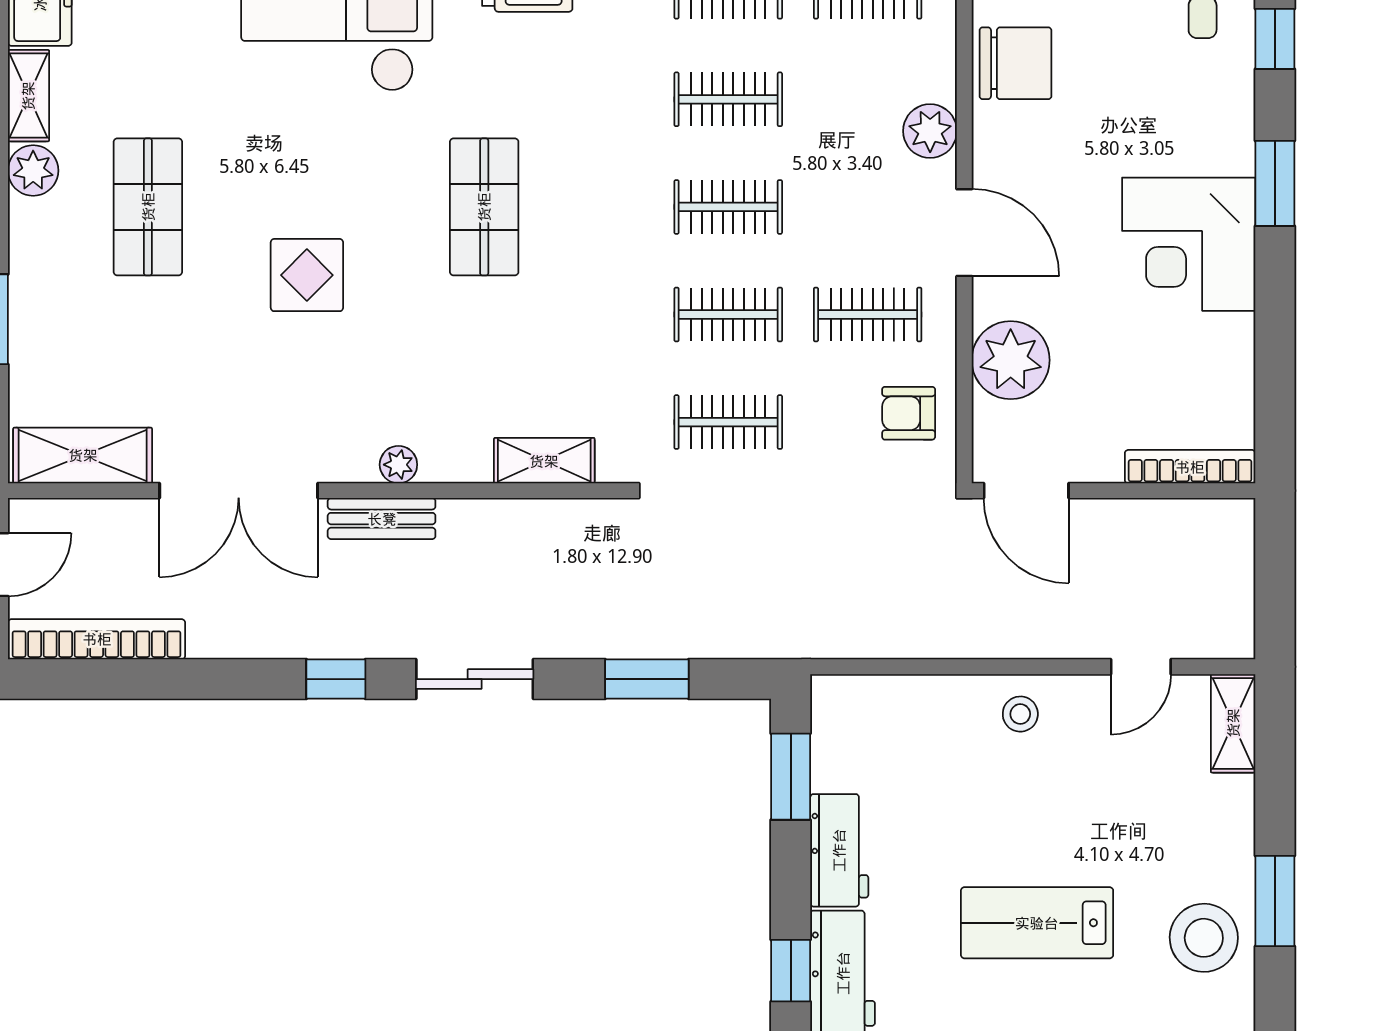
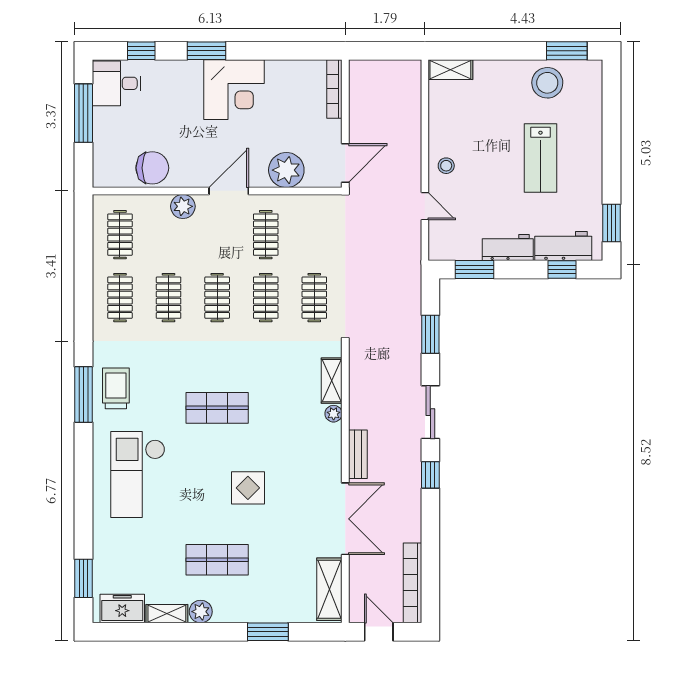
chair: (1015, 63) -> (152, 168), turned 90
armchair: (909, 413) -> (310, 216), removed
plant: (398, 465) -> (334, 414), moved
door: (1141, 667) -> (425, 206), moved
window: (1275, 901) -> (567, 51), moved

